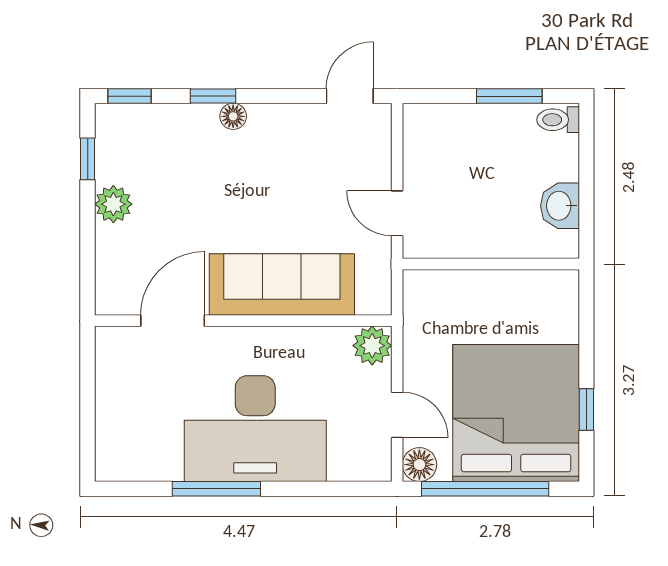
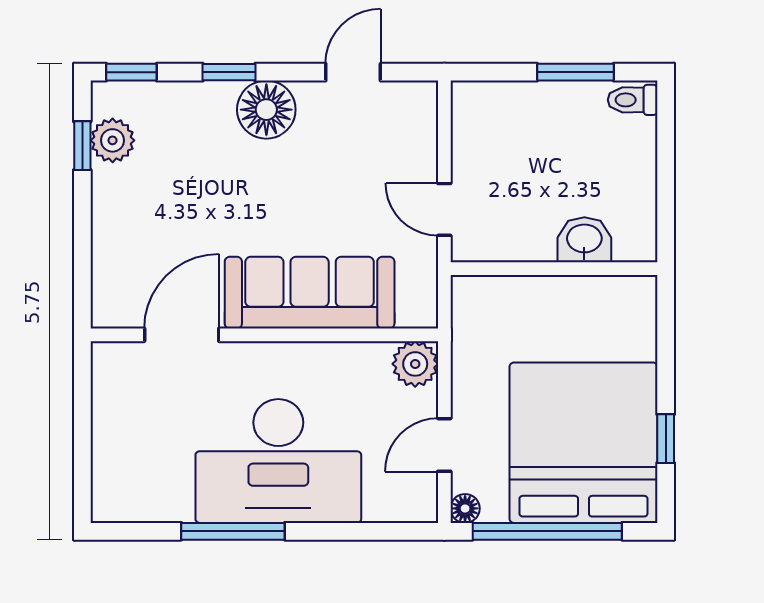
door: (350, 96) -> (353, 72), moved
floor lamp: (233, 116) -> (266, 110), width x1.89, depth x1.89
plant: (113, 204) -> (113, 140), moved
washbasin: (560, 206) -> (584, 240), moved, turned 90
door: (397, 415) -> (444, 445), swing flipped
floor lamp: (419, 465) -> (465, 508), width x0.73, depth x0.73

